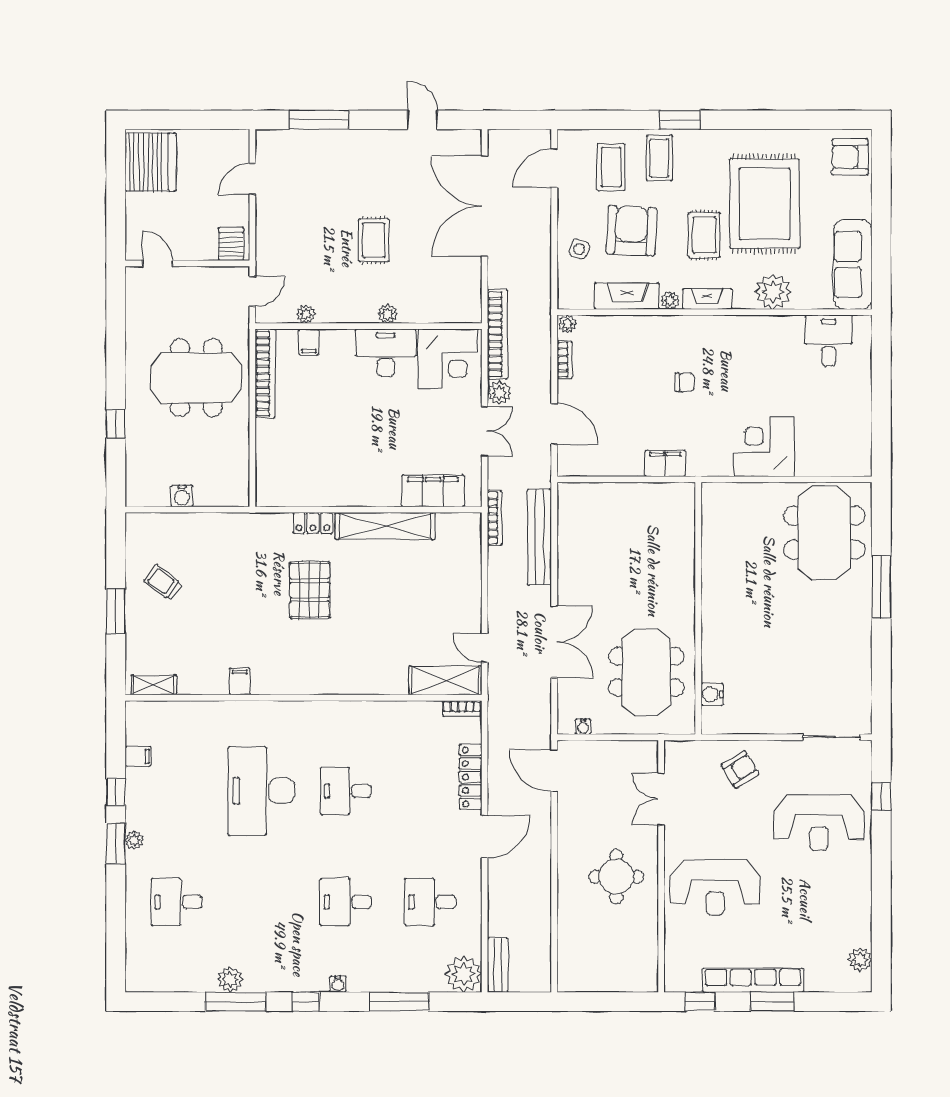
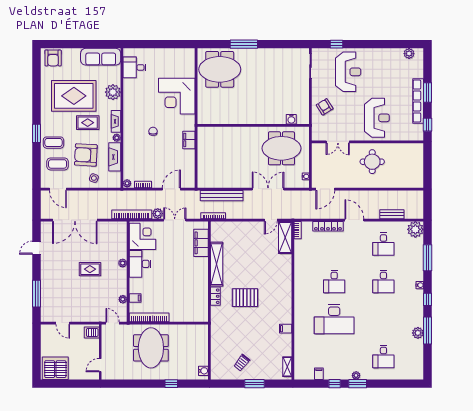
corner desk: (764, 447) -> (177, 96), width x1.36, depth x1.36
water cooler: (182, 496) -> (203, 371), moved
bench: (498, 965) -> (392, 214), moved

